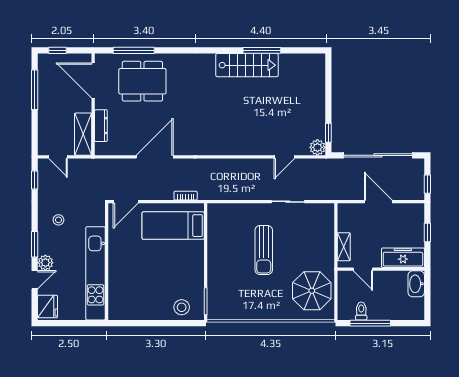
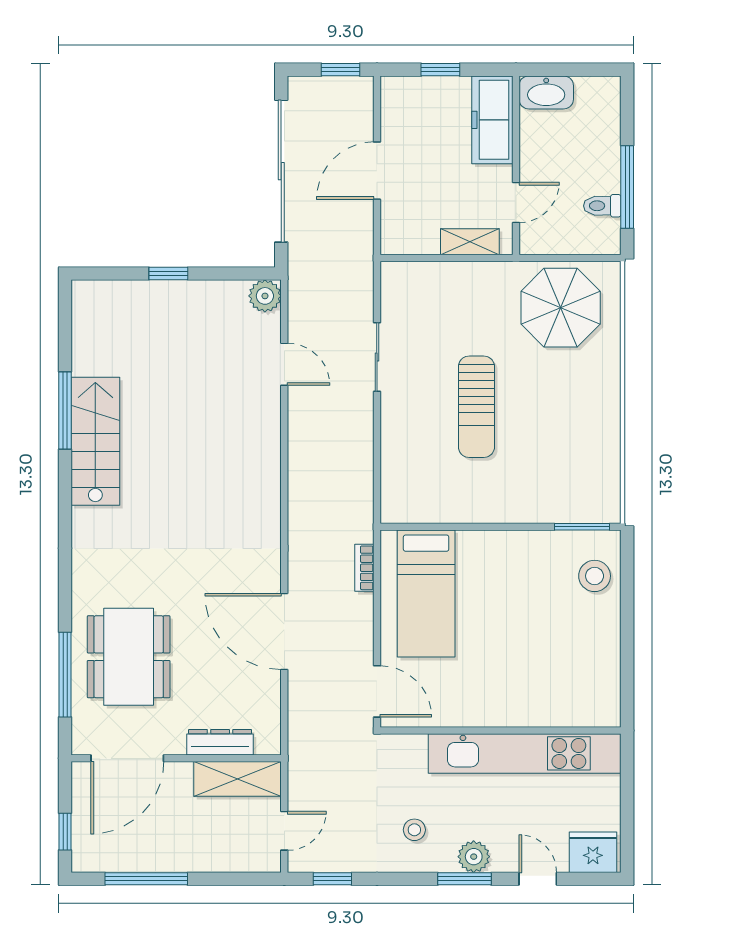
window: (328, 133) -> (168, 273), moved
sun lounger: (264, 250) -> (476, 407), turned 90
plant: (45, 263) -> (474, 857), moved

